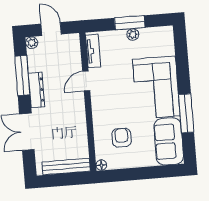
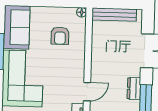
dresser: (37, 90) -> (134, 88), width x0.70

